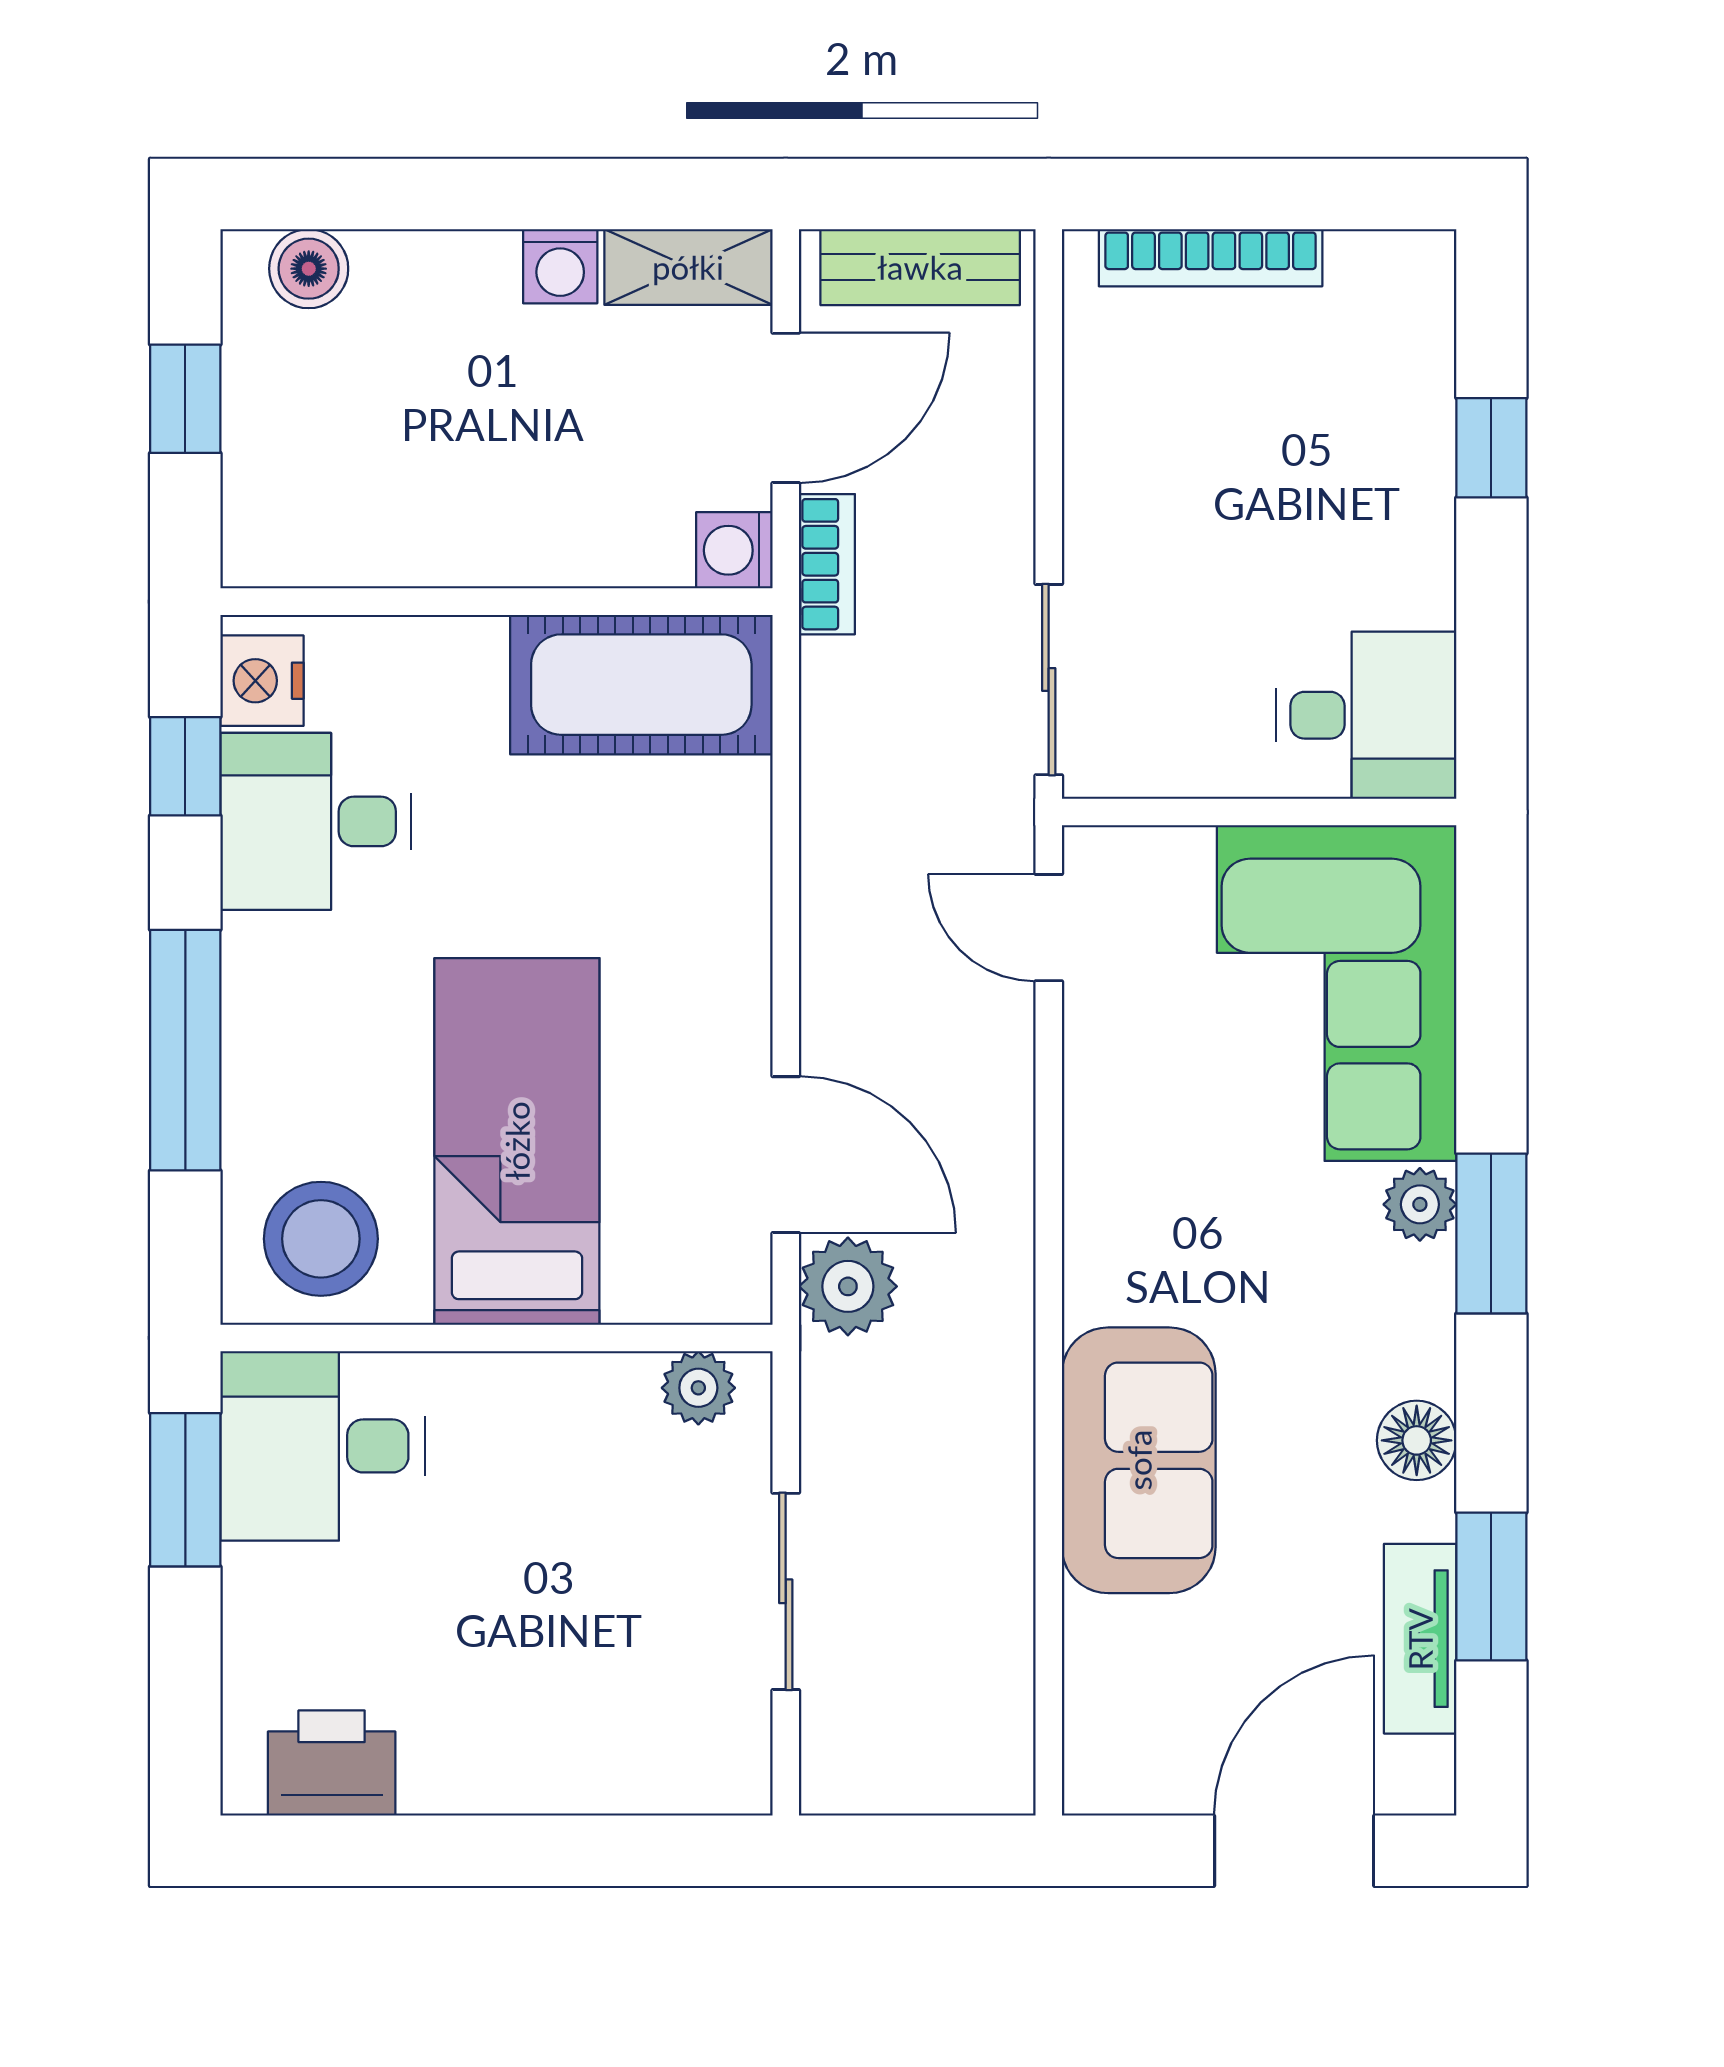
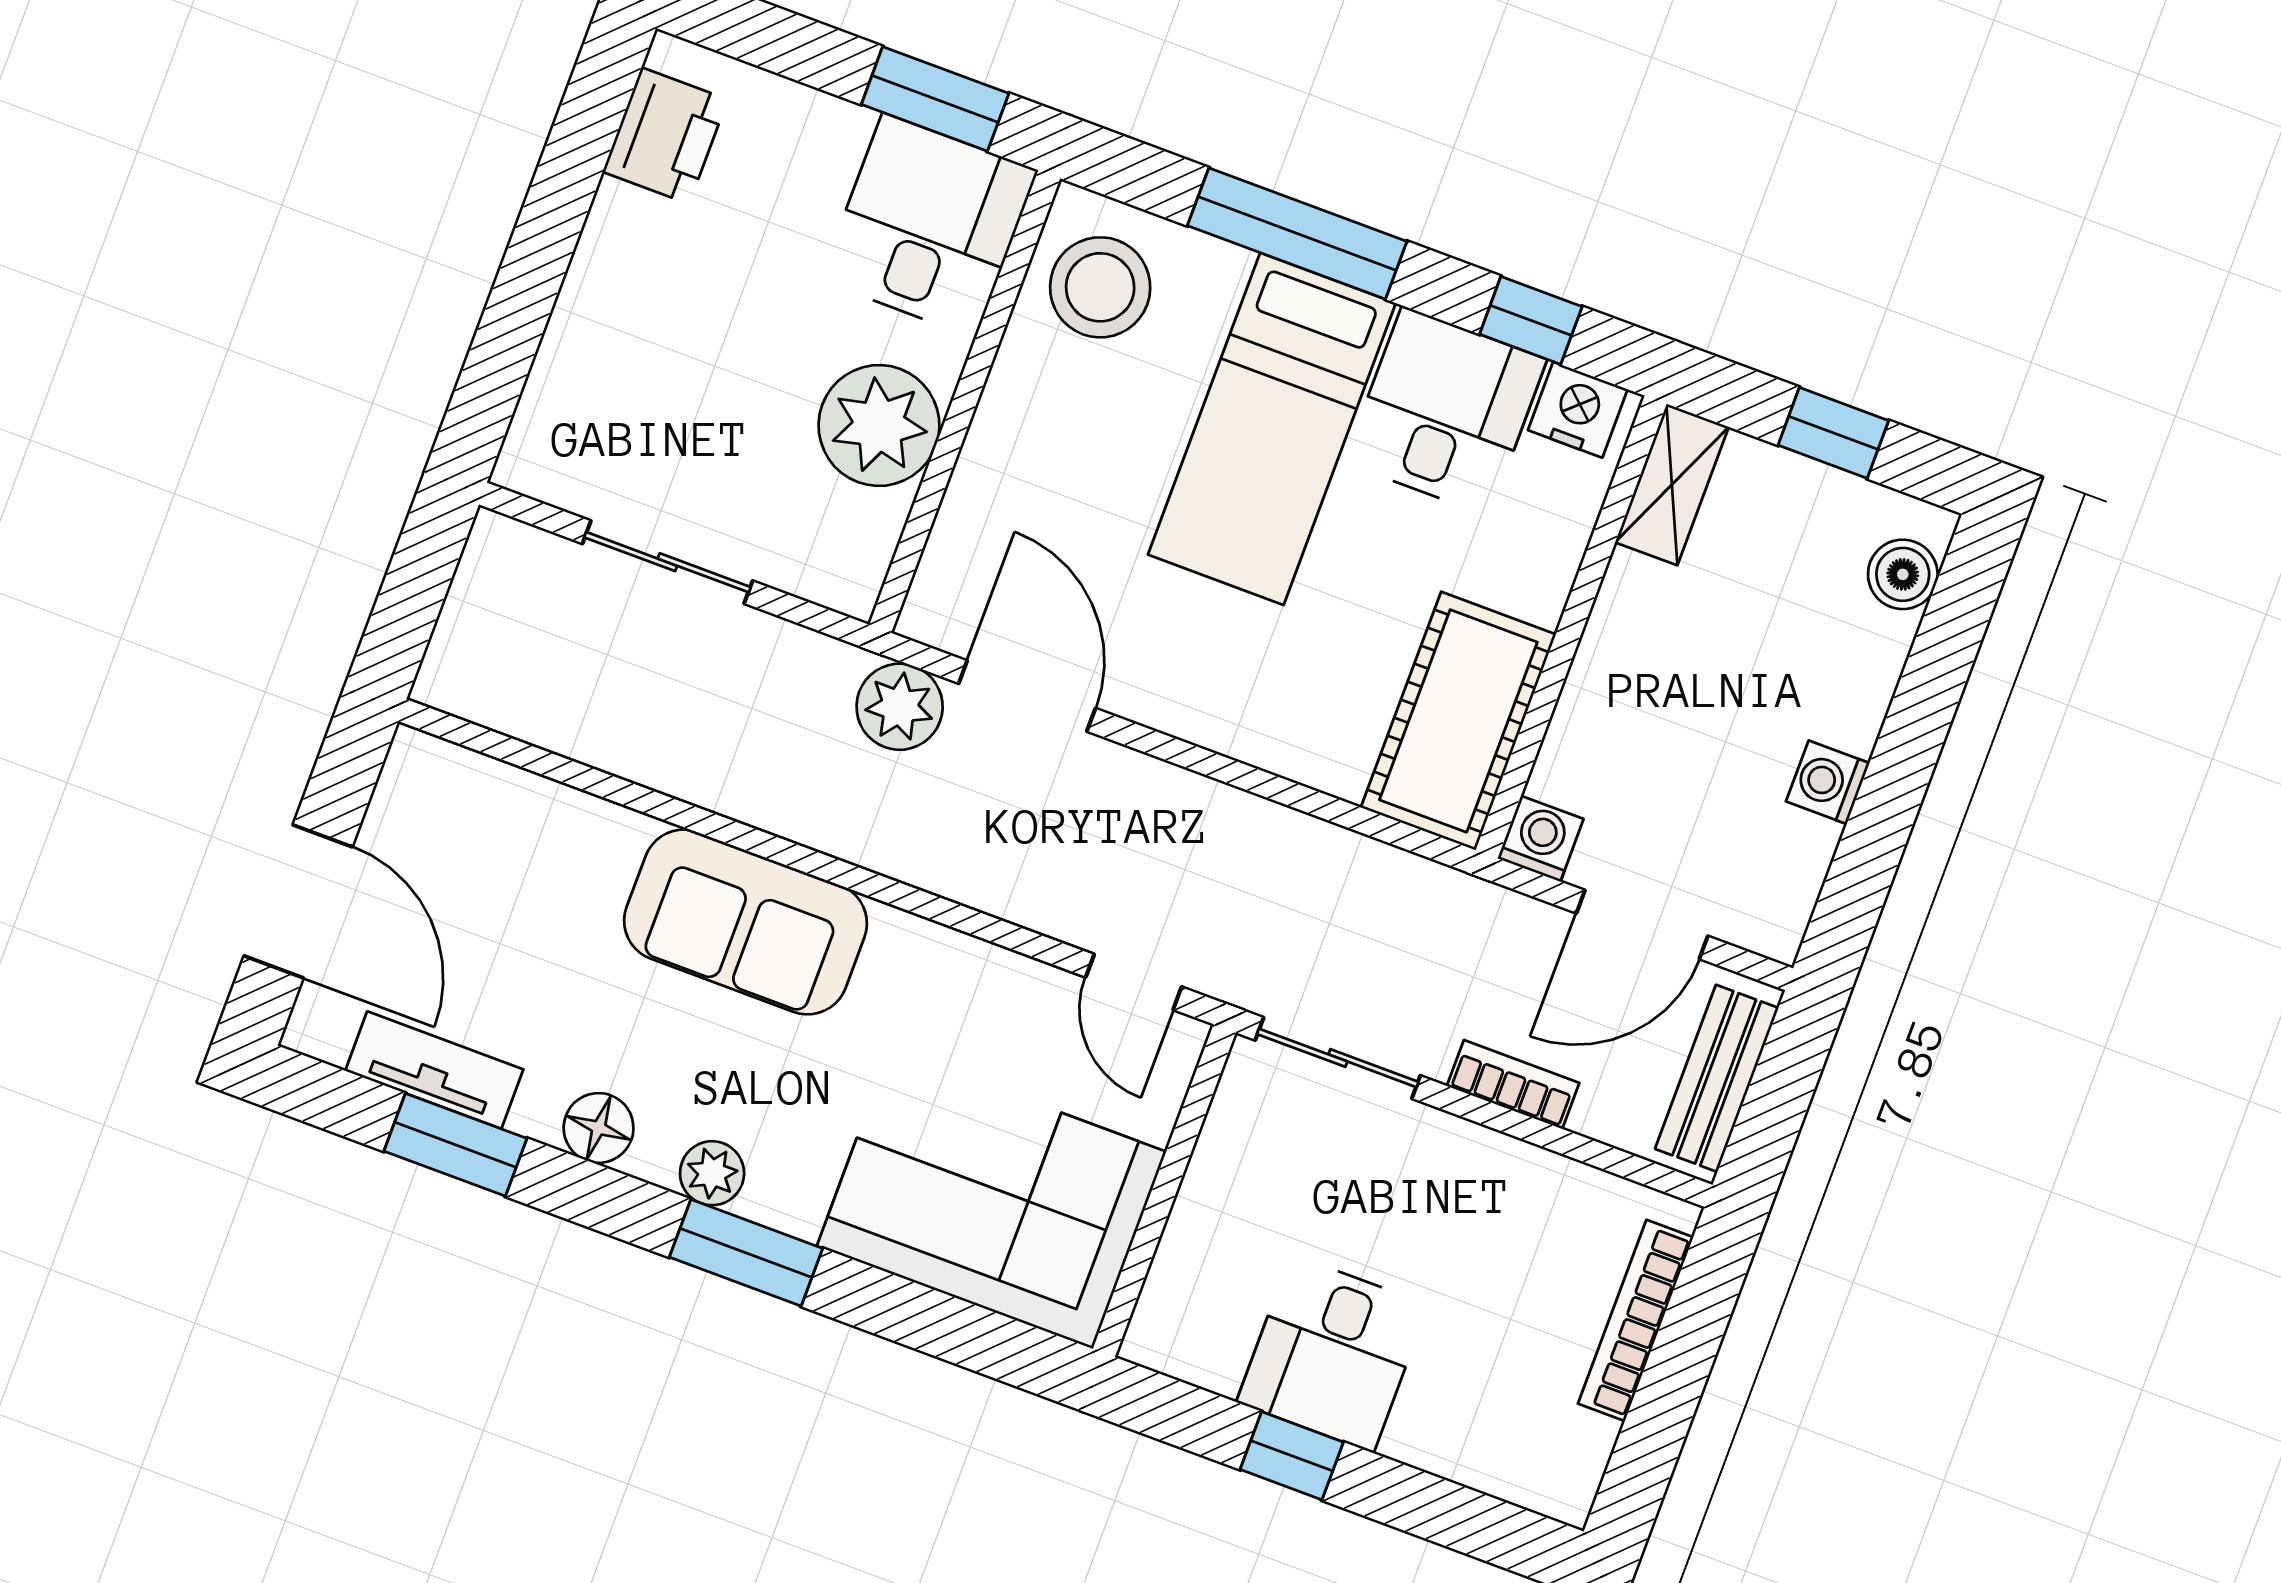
shelving: (688, 267) -> (1672, 485), moved
door: (786, 408) -> (1642, 925), hinge flipped
window: (1491, 448) -> (1292, 1456), moved
bookcase: (827, 564) -> (1513, 1085), moved, turned 180
desk: (1366, 715) -> (1332, 1353), moved
door: (1049, 928) -> (1134, 982), swing flipped
bed: (517, 1141) -> (1272, 429), moved, turned 90
door: (786, 1155) -> (1027, 696), swing flipped
plant: (1420, 1204) -> (712, 1173), moved
plant: (698, 1388) -> (879, 425), moved, width x1.88, depth x1.88
sofa: (1139, 1460) -> (746, 922), moved

